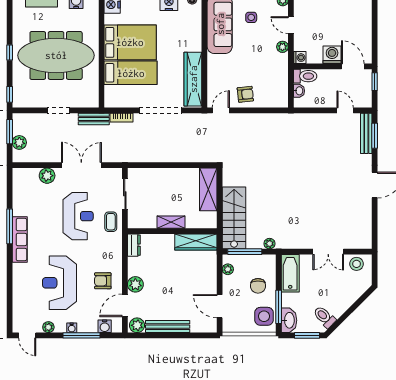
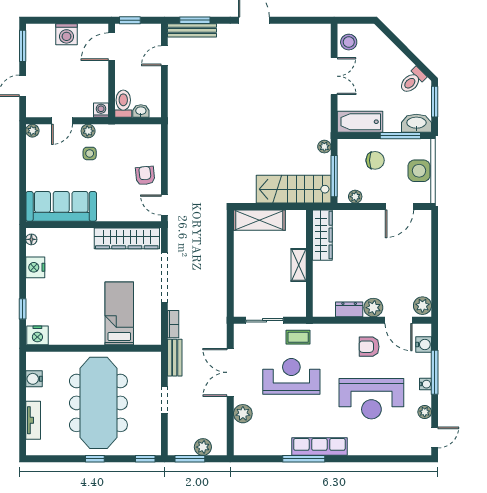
side table: (251, 17) -> (90, 153), moved
bed: (130, 42) -> (83, 314), removed
washing machine: (332, 55) -> (66, 34), moved, turned -90
dresser: (134, 245) -> (349, 309), moved
armchair: (103, 281) -> (369, 347), turned 90
side table: (264, 316) -> (419, 171), moved
bench: (168, 327) -> (424, 269), removed

